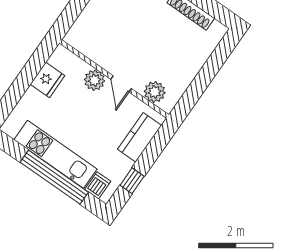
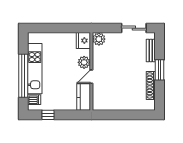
fridge: (47, 80) -> (83, 41), moved, turned 90
plant: (155, 92) -> (99, 39), moved
kitchen counter: (140, 137) -> (84, 97), moved, turned -90

